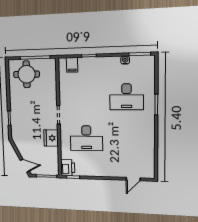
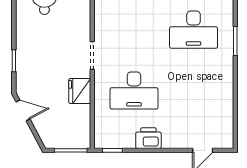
door: (25, 166) -> (23, 110), moved
printer: (68, 168) -> (148, 138), moved, turned -90

